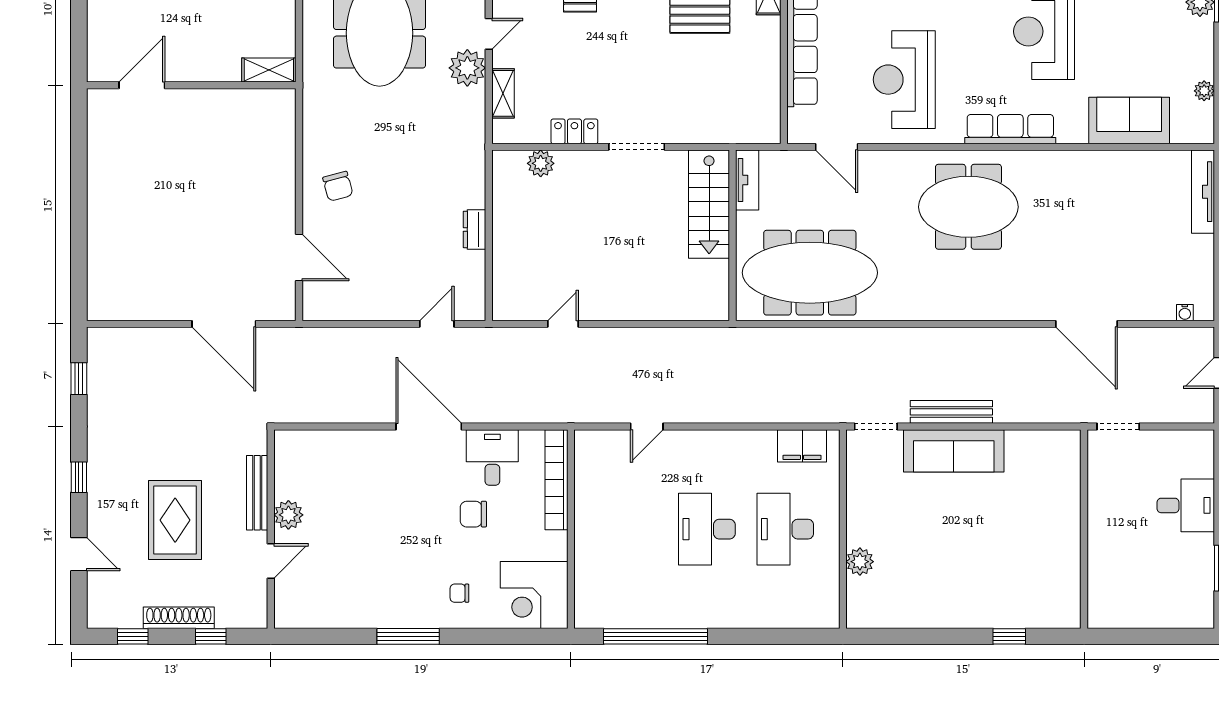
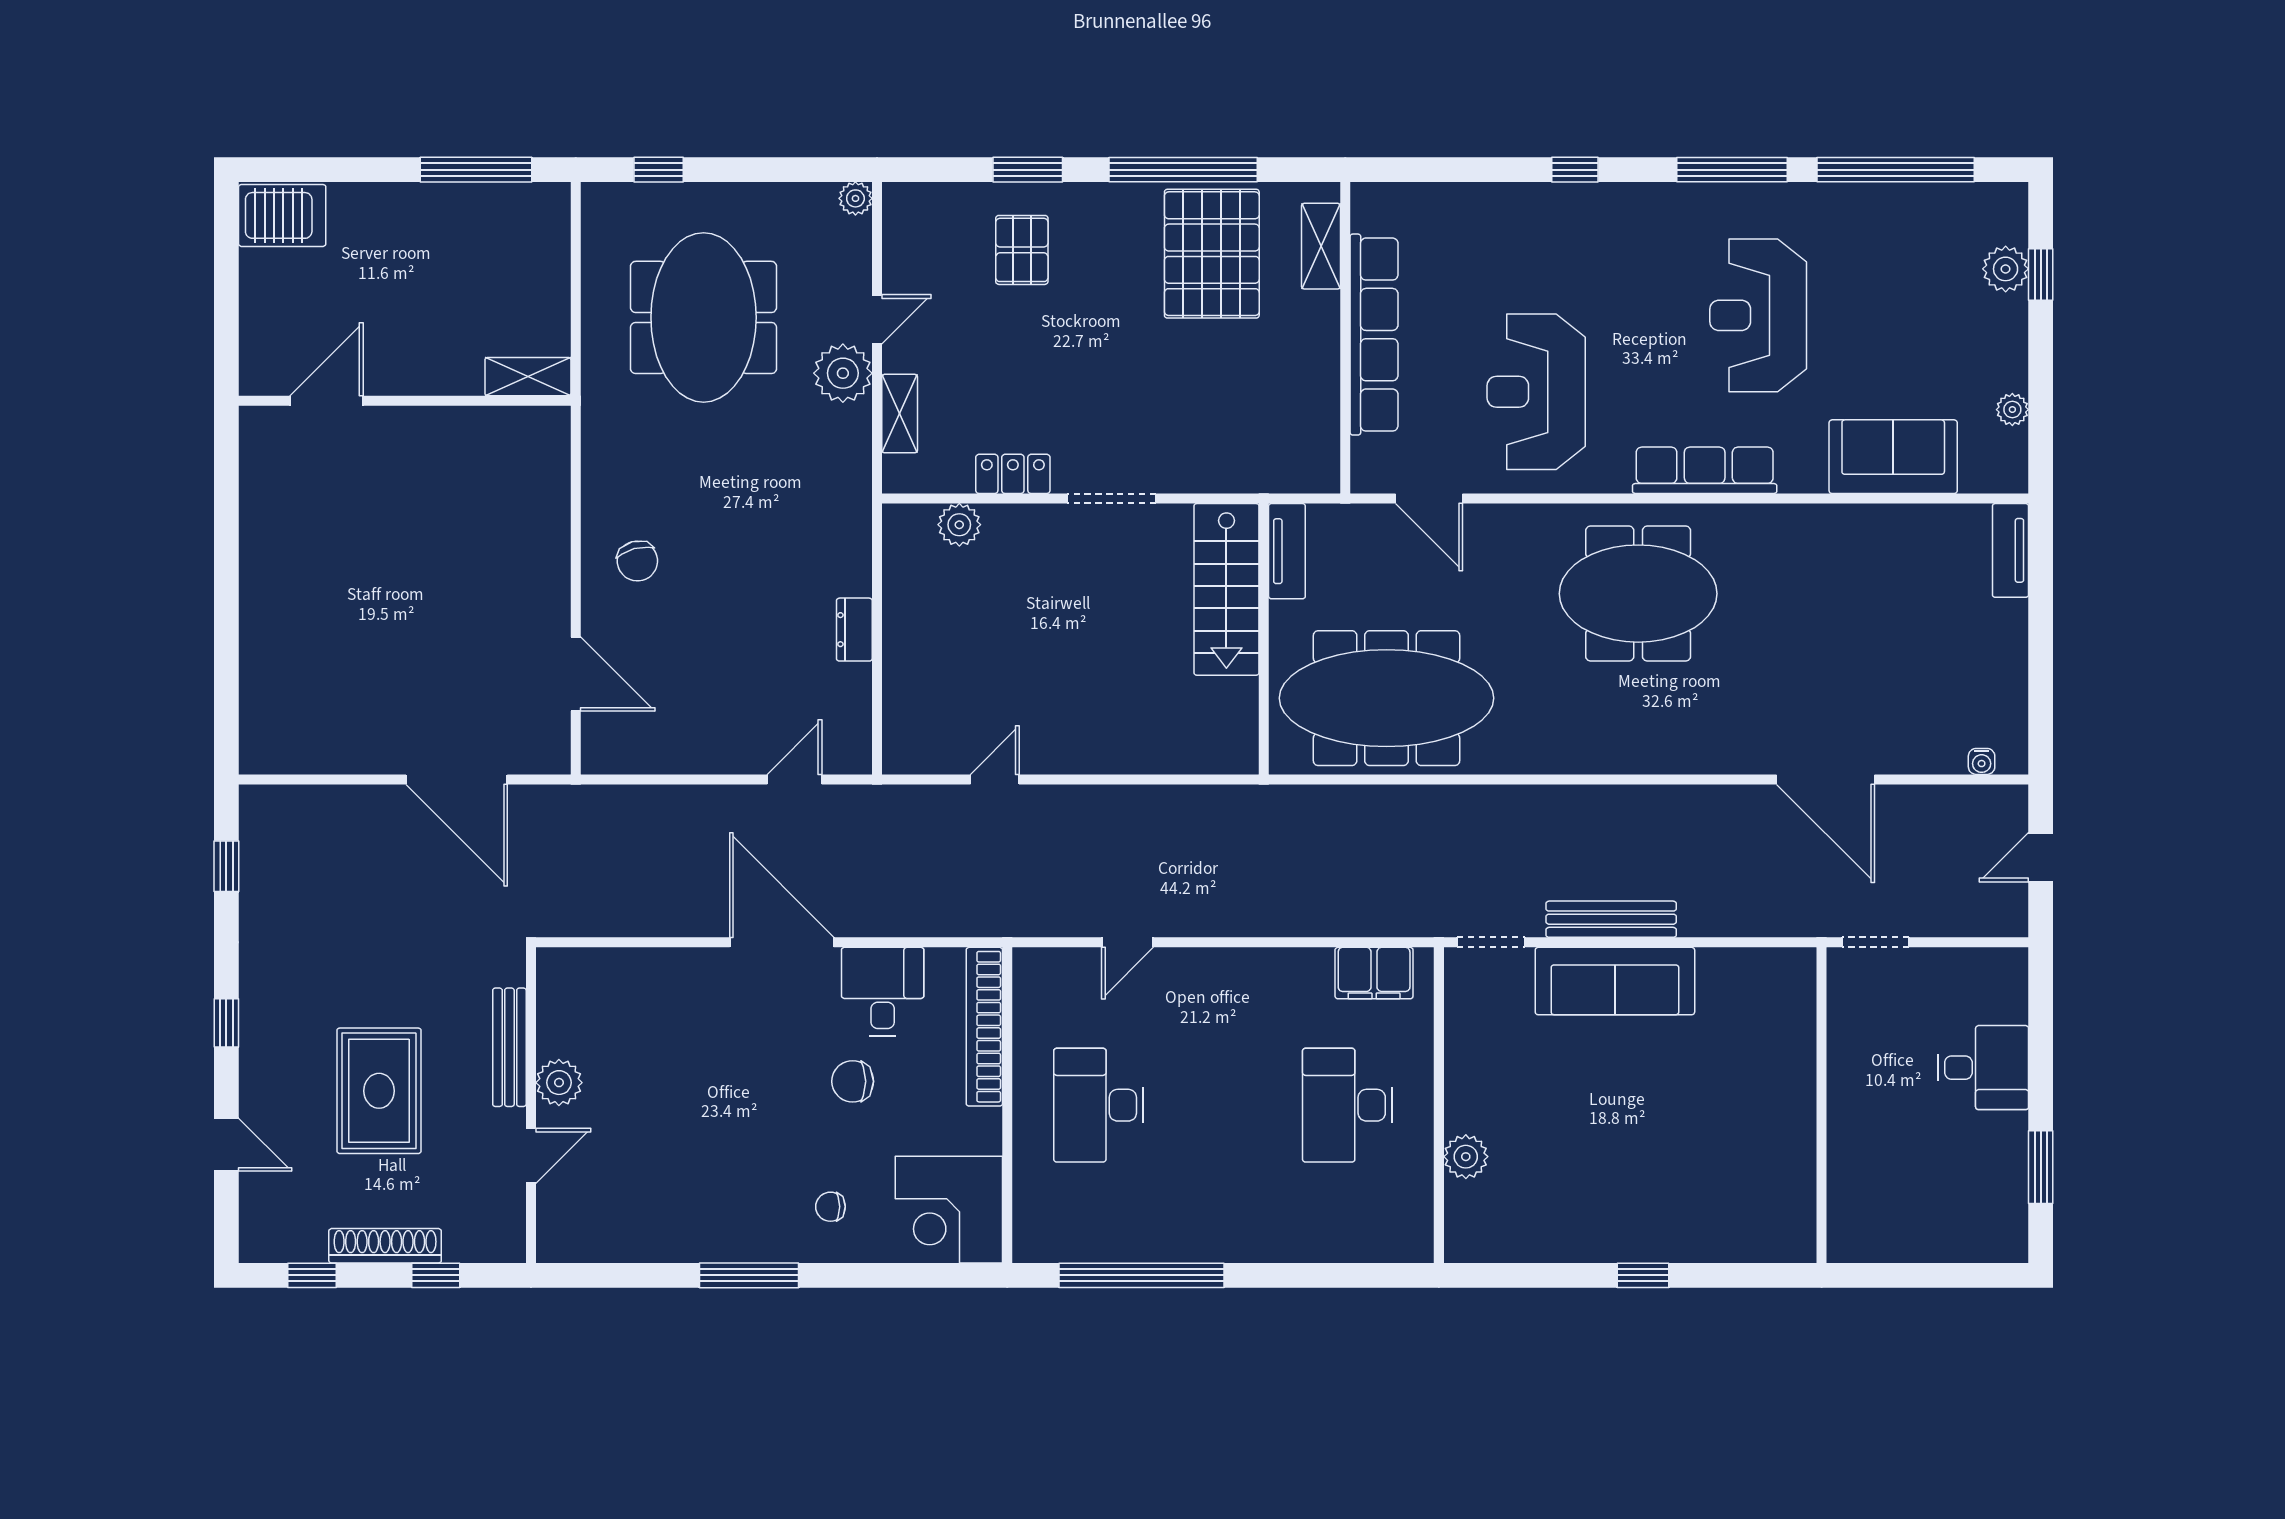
tv unit: (1203, 192) -> (2010, 550), width x0.71
desk: (707, 529) -> (1099, 1105), moved
window: (1009, 636) -> (1643, 1275), moved

